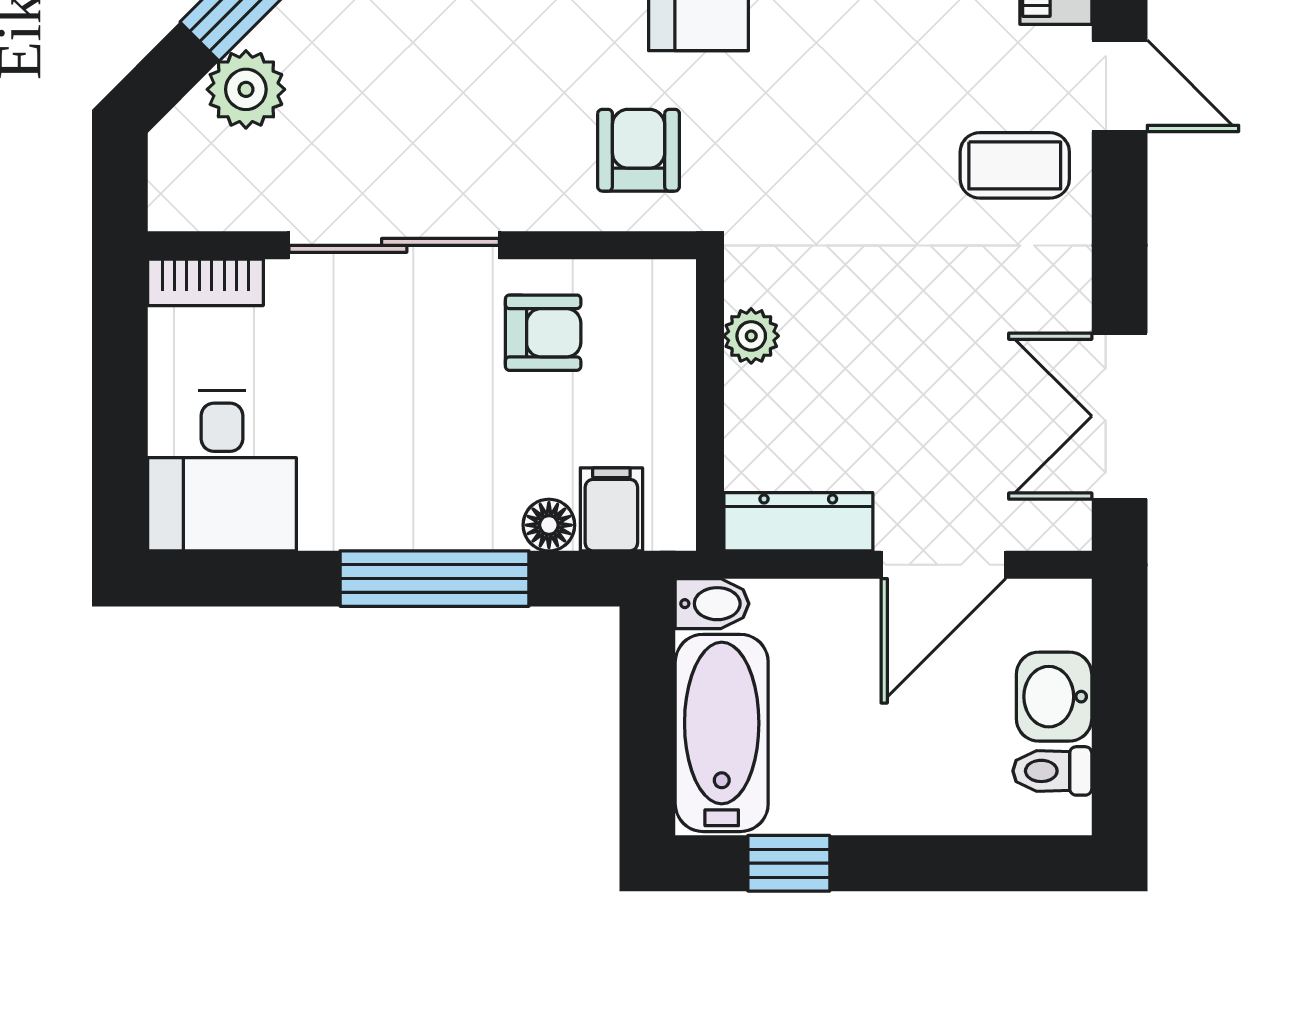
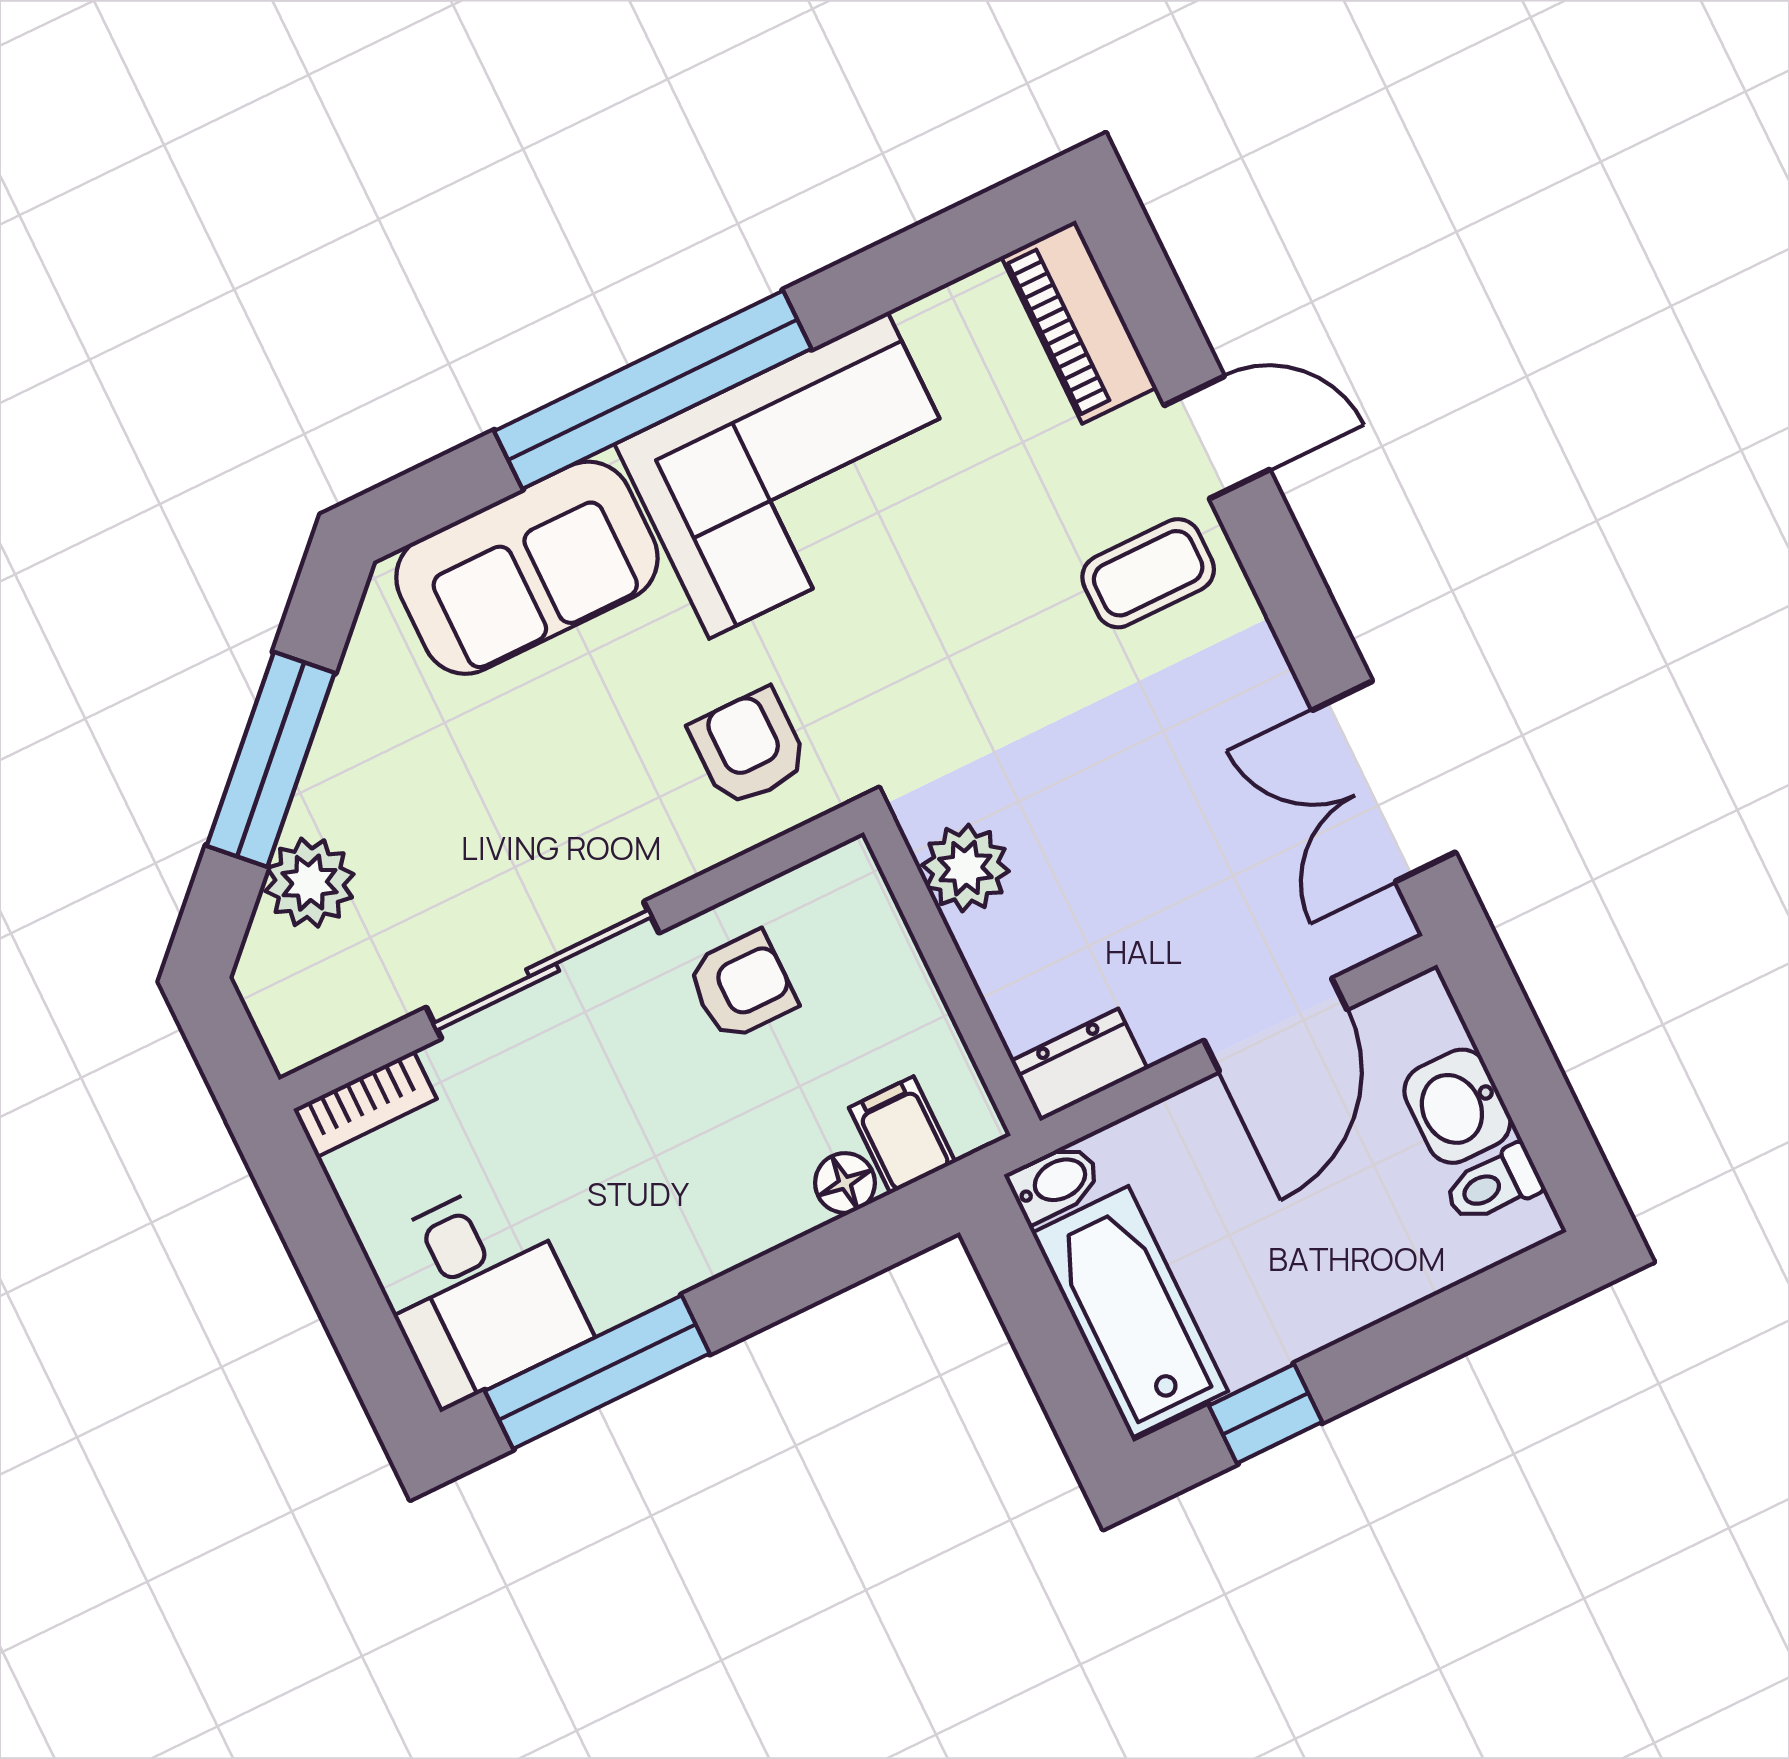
plant: (751, 336) -> (965, 868), width x1.38, depth x1.38
dresser: (798, 522) -> (1079, 1065), width x0.70
window: (435, 579) -> (597, 1372), moved

